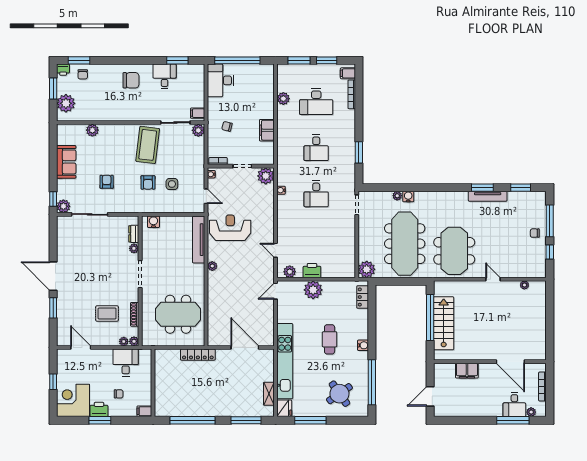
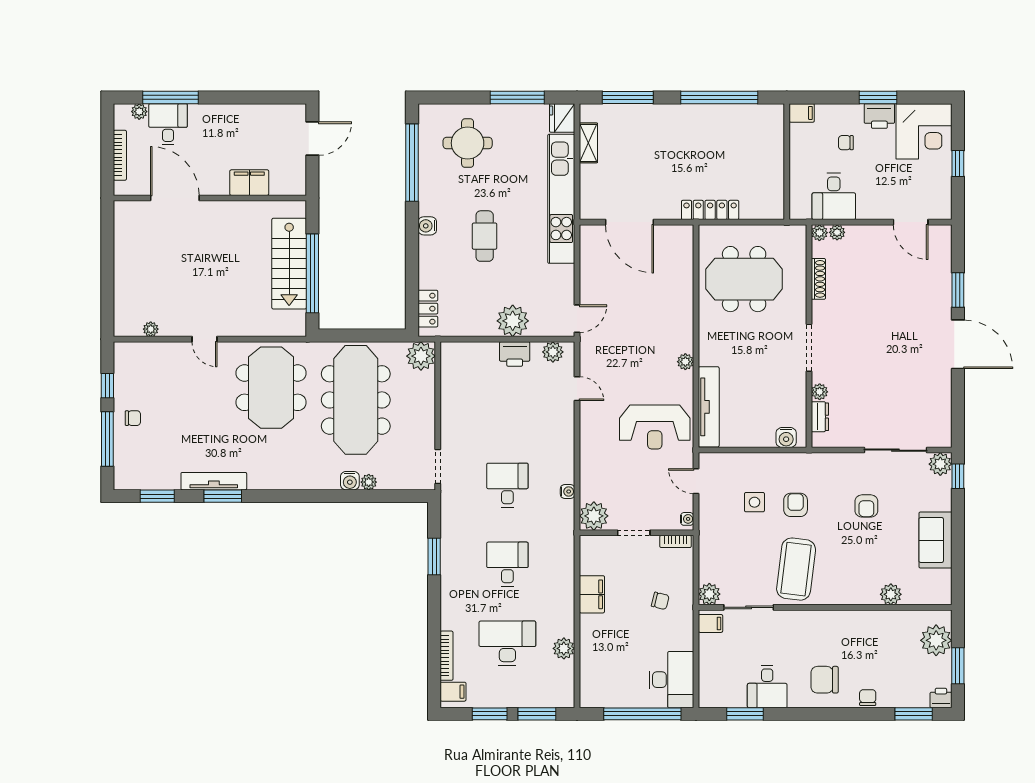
chair: (83, 74) -> (868, 698), moved
rug: (107, 314) -> (866, 280), removed
round table: (339, 394) -> (468, 143), turned 35

